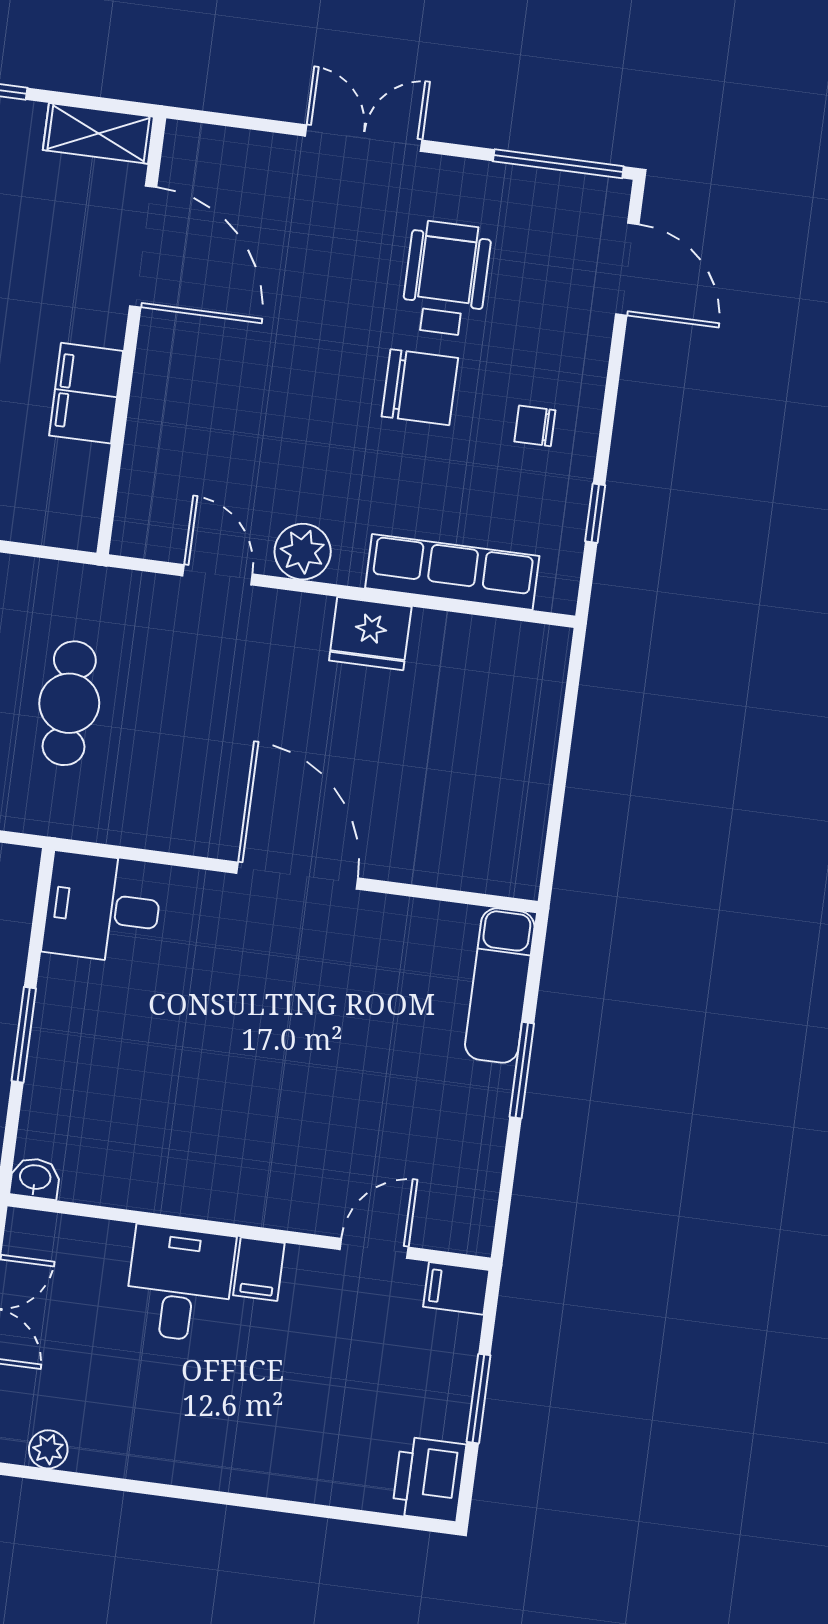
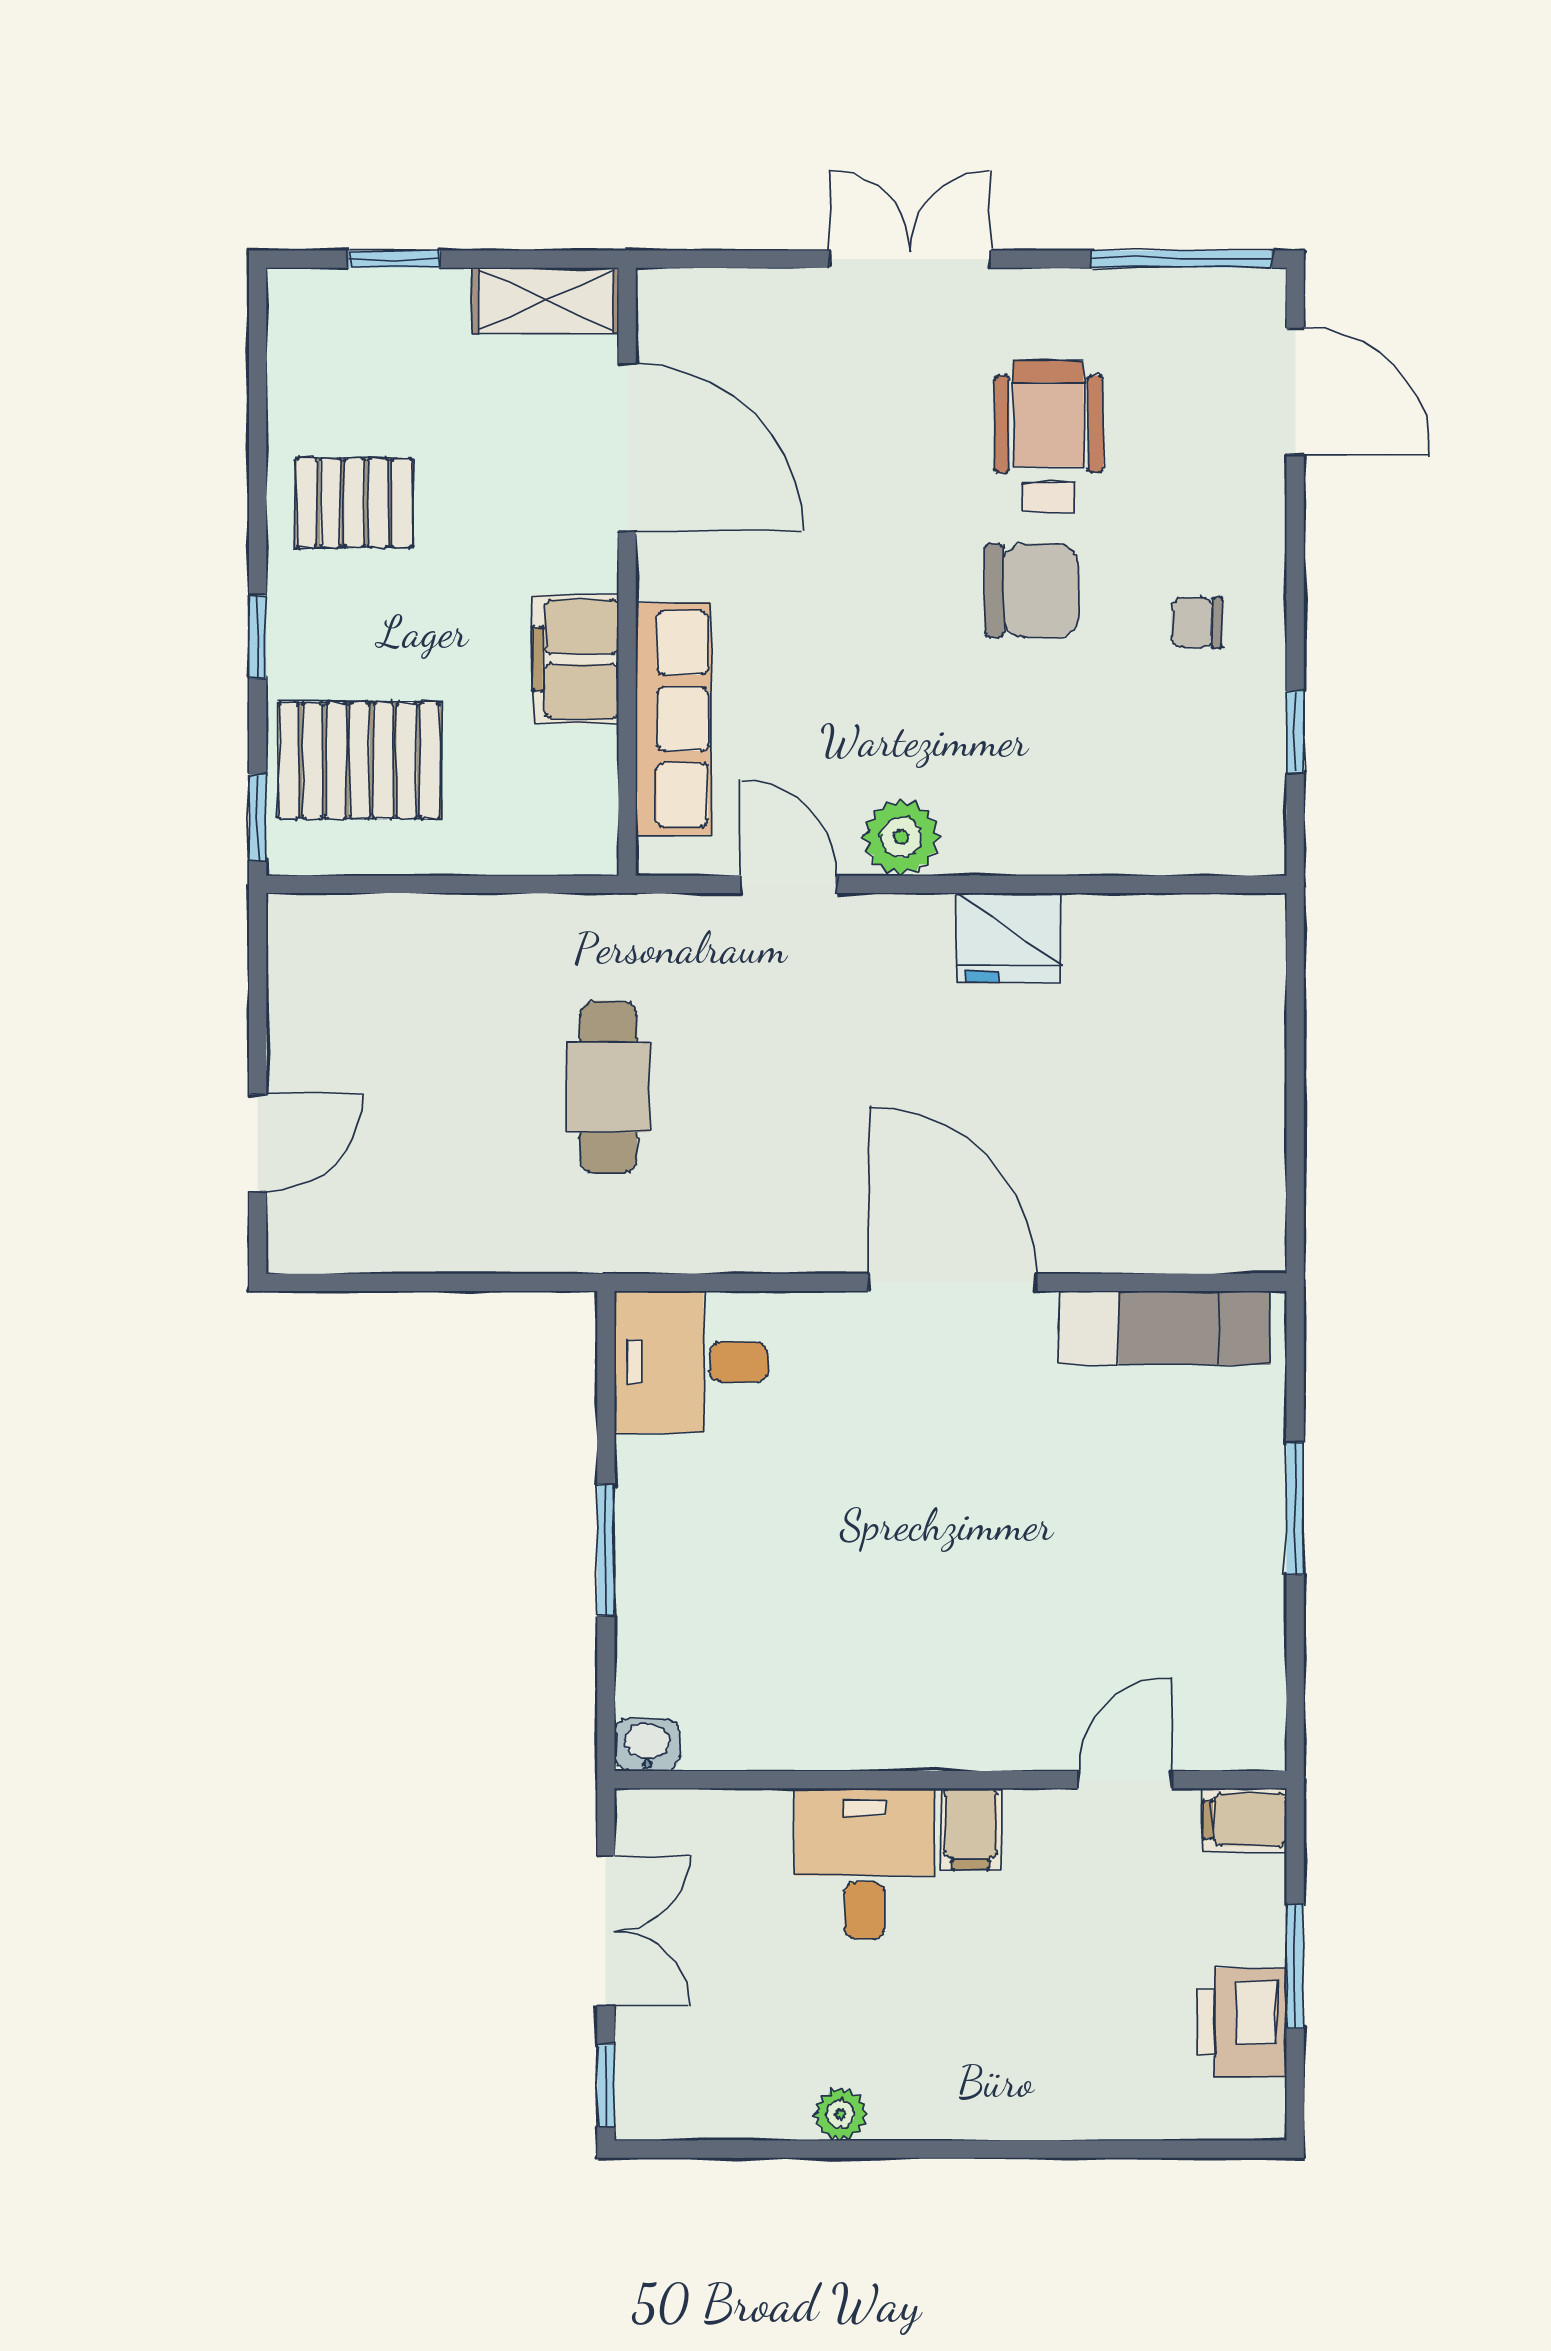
row of seats: (452, 572) -> (673, 719), moved, turned 90
exam couch: (500, 985) -> (1165, 1328), moved, turned -90
plant: (48, 1449) -> (841, 2114), moved
printer: (429, 1479) -> (1242, 2023), moved

